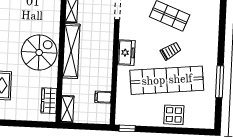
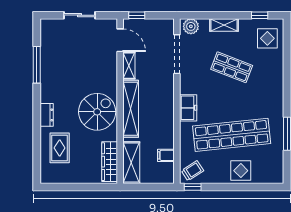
trolley: (171, 51) -> (192, 171), moved
wardrobe: (49, 101) -> (110, 162), width x1.50
shelving: (67, 109) -> (131, 163), width x1.50, depth x1.33

